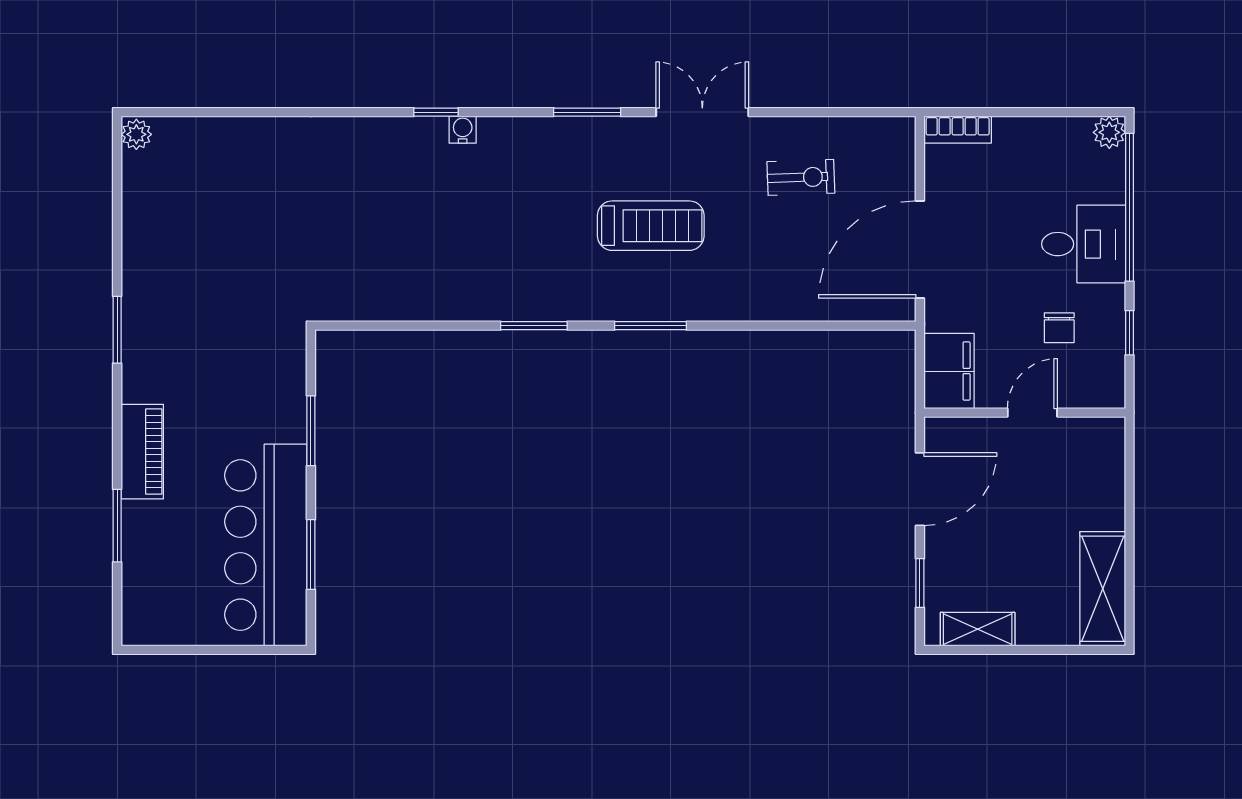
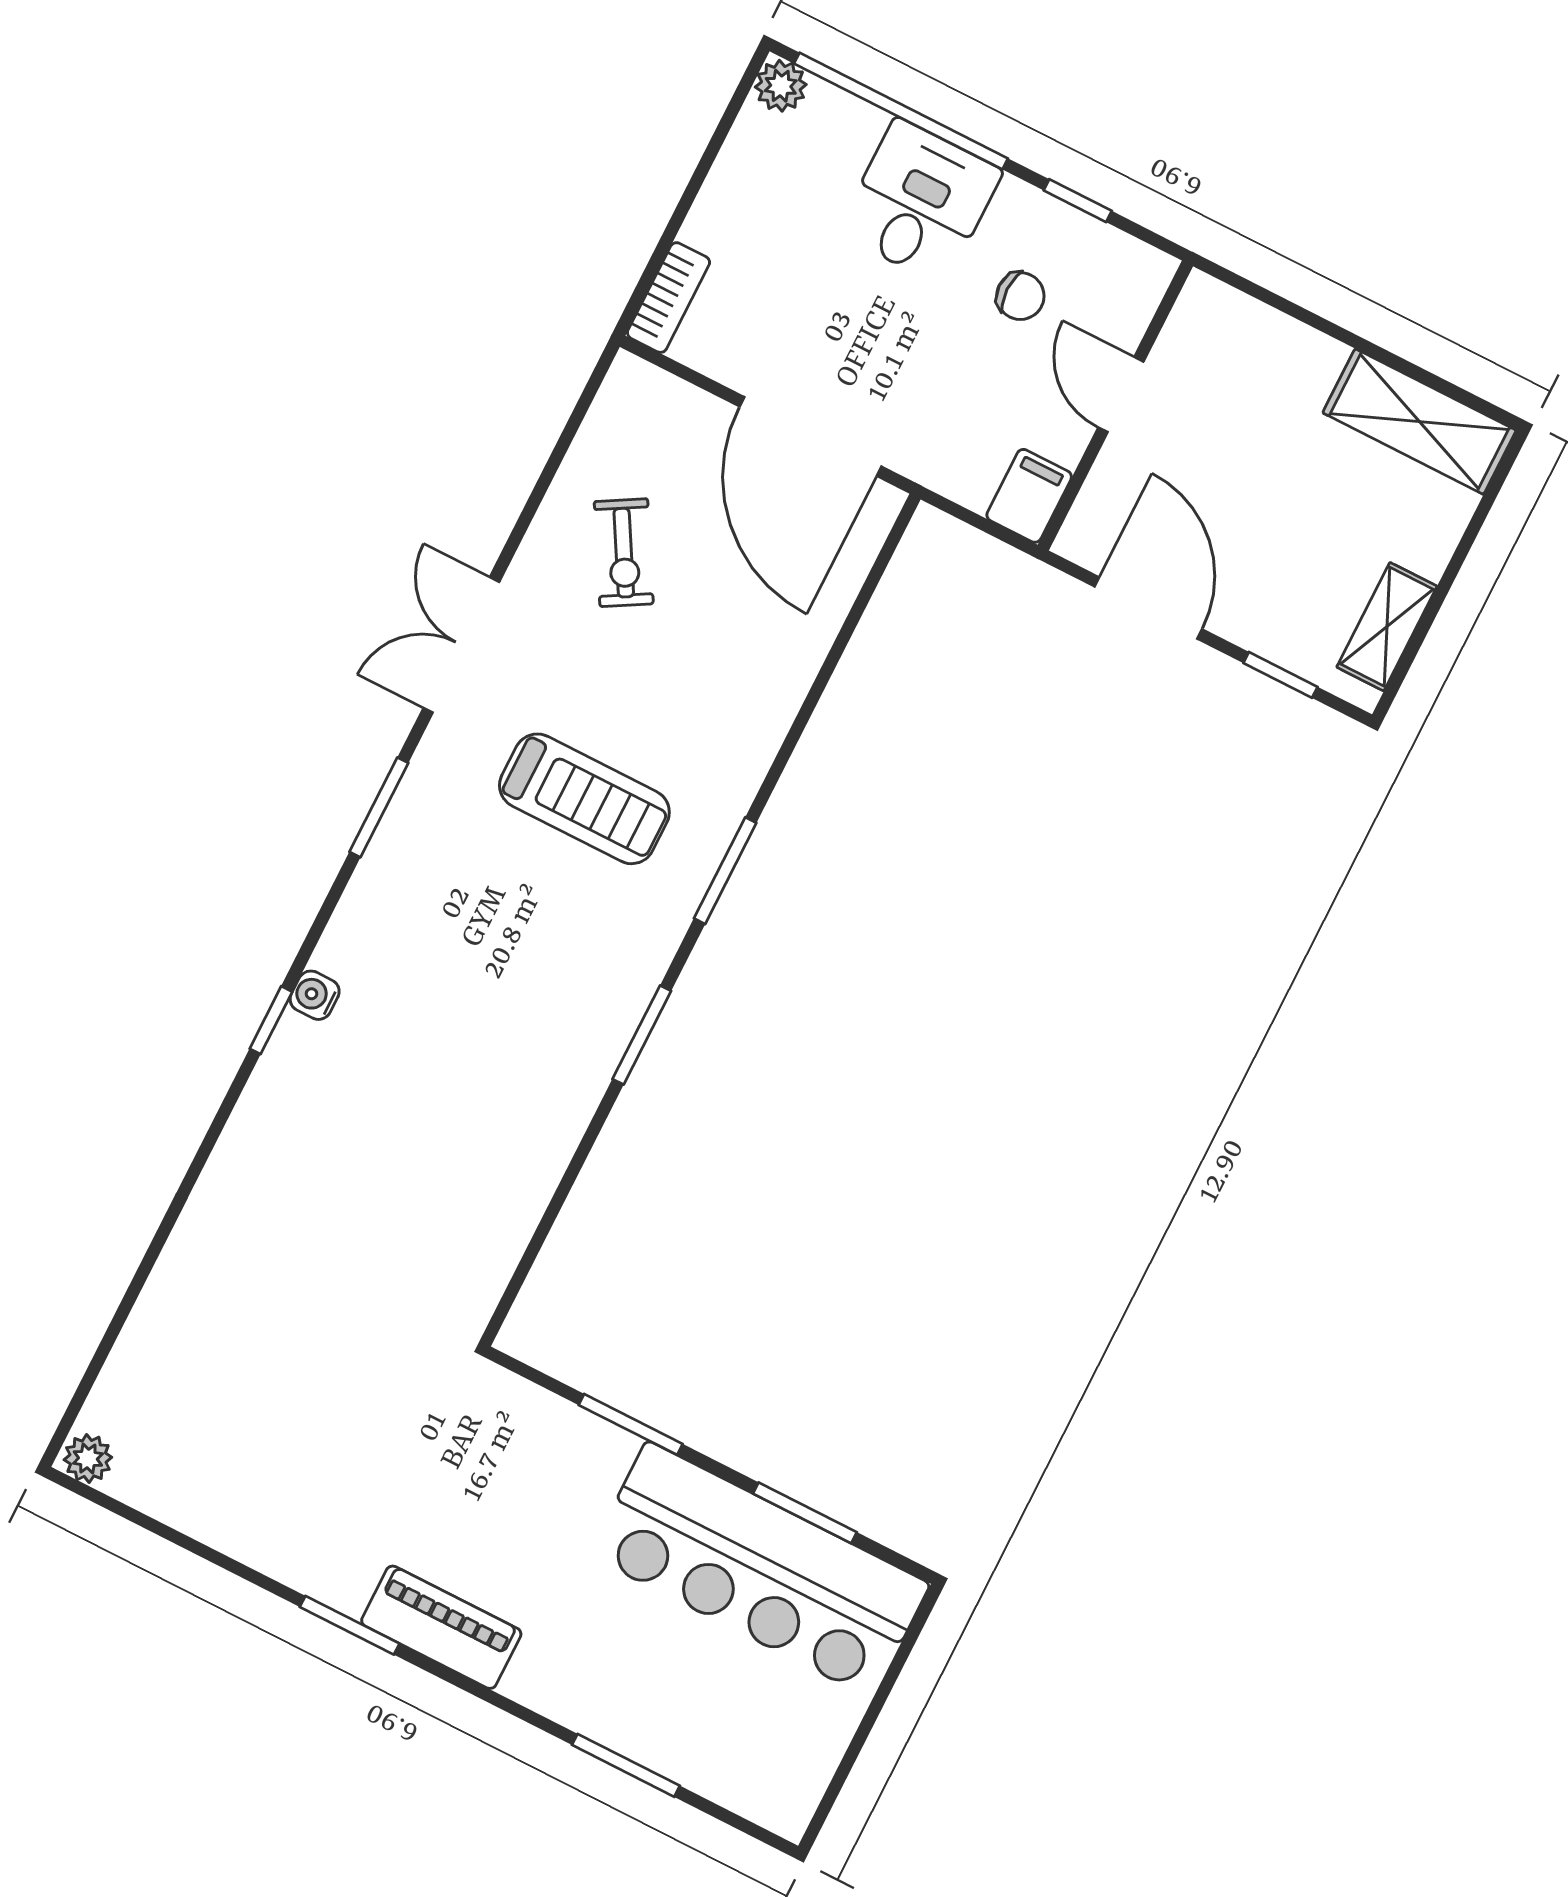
exercise bike: (801, 177) -> (624, 553), turned 152
treadmill: (651, 226) -> (584, 799), turned 90
filing cabinet: (949, 371) -> (1029, 496), width x0.50
piano: (142, 452) -> (441, 1627), moved

